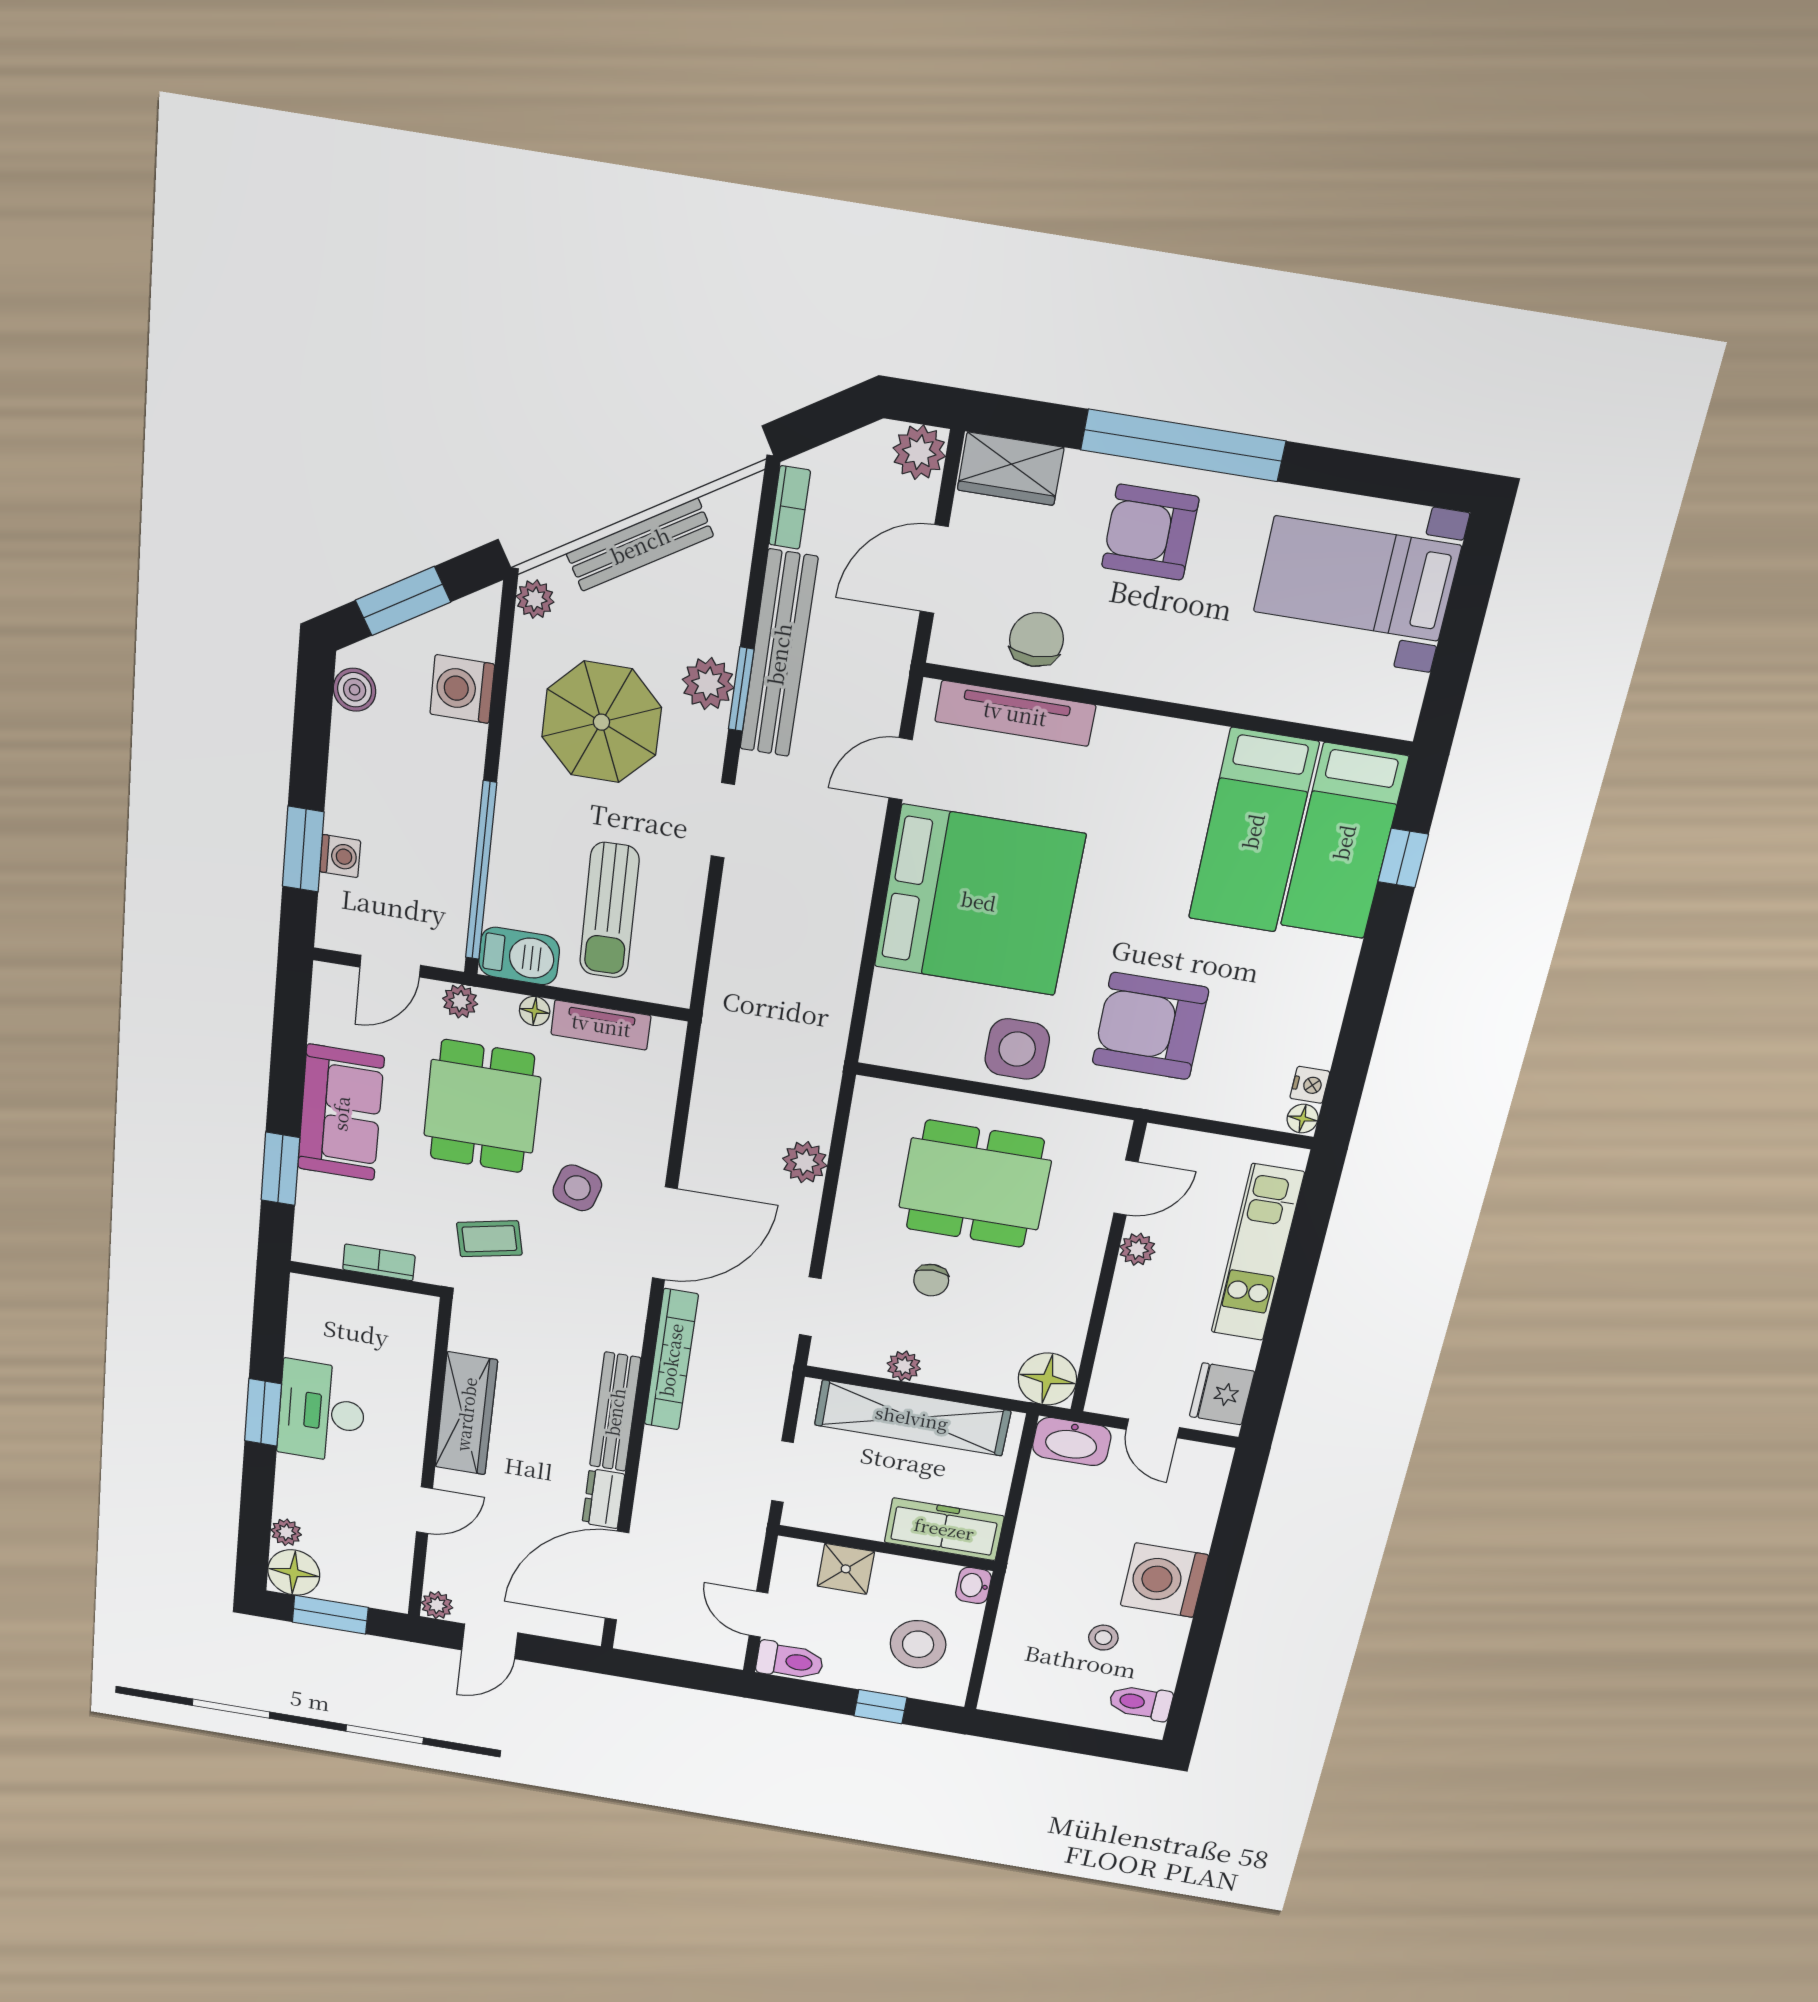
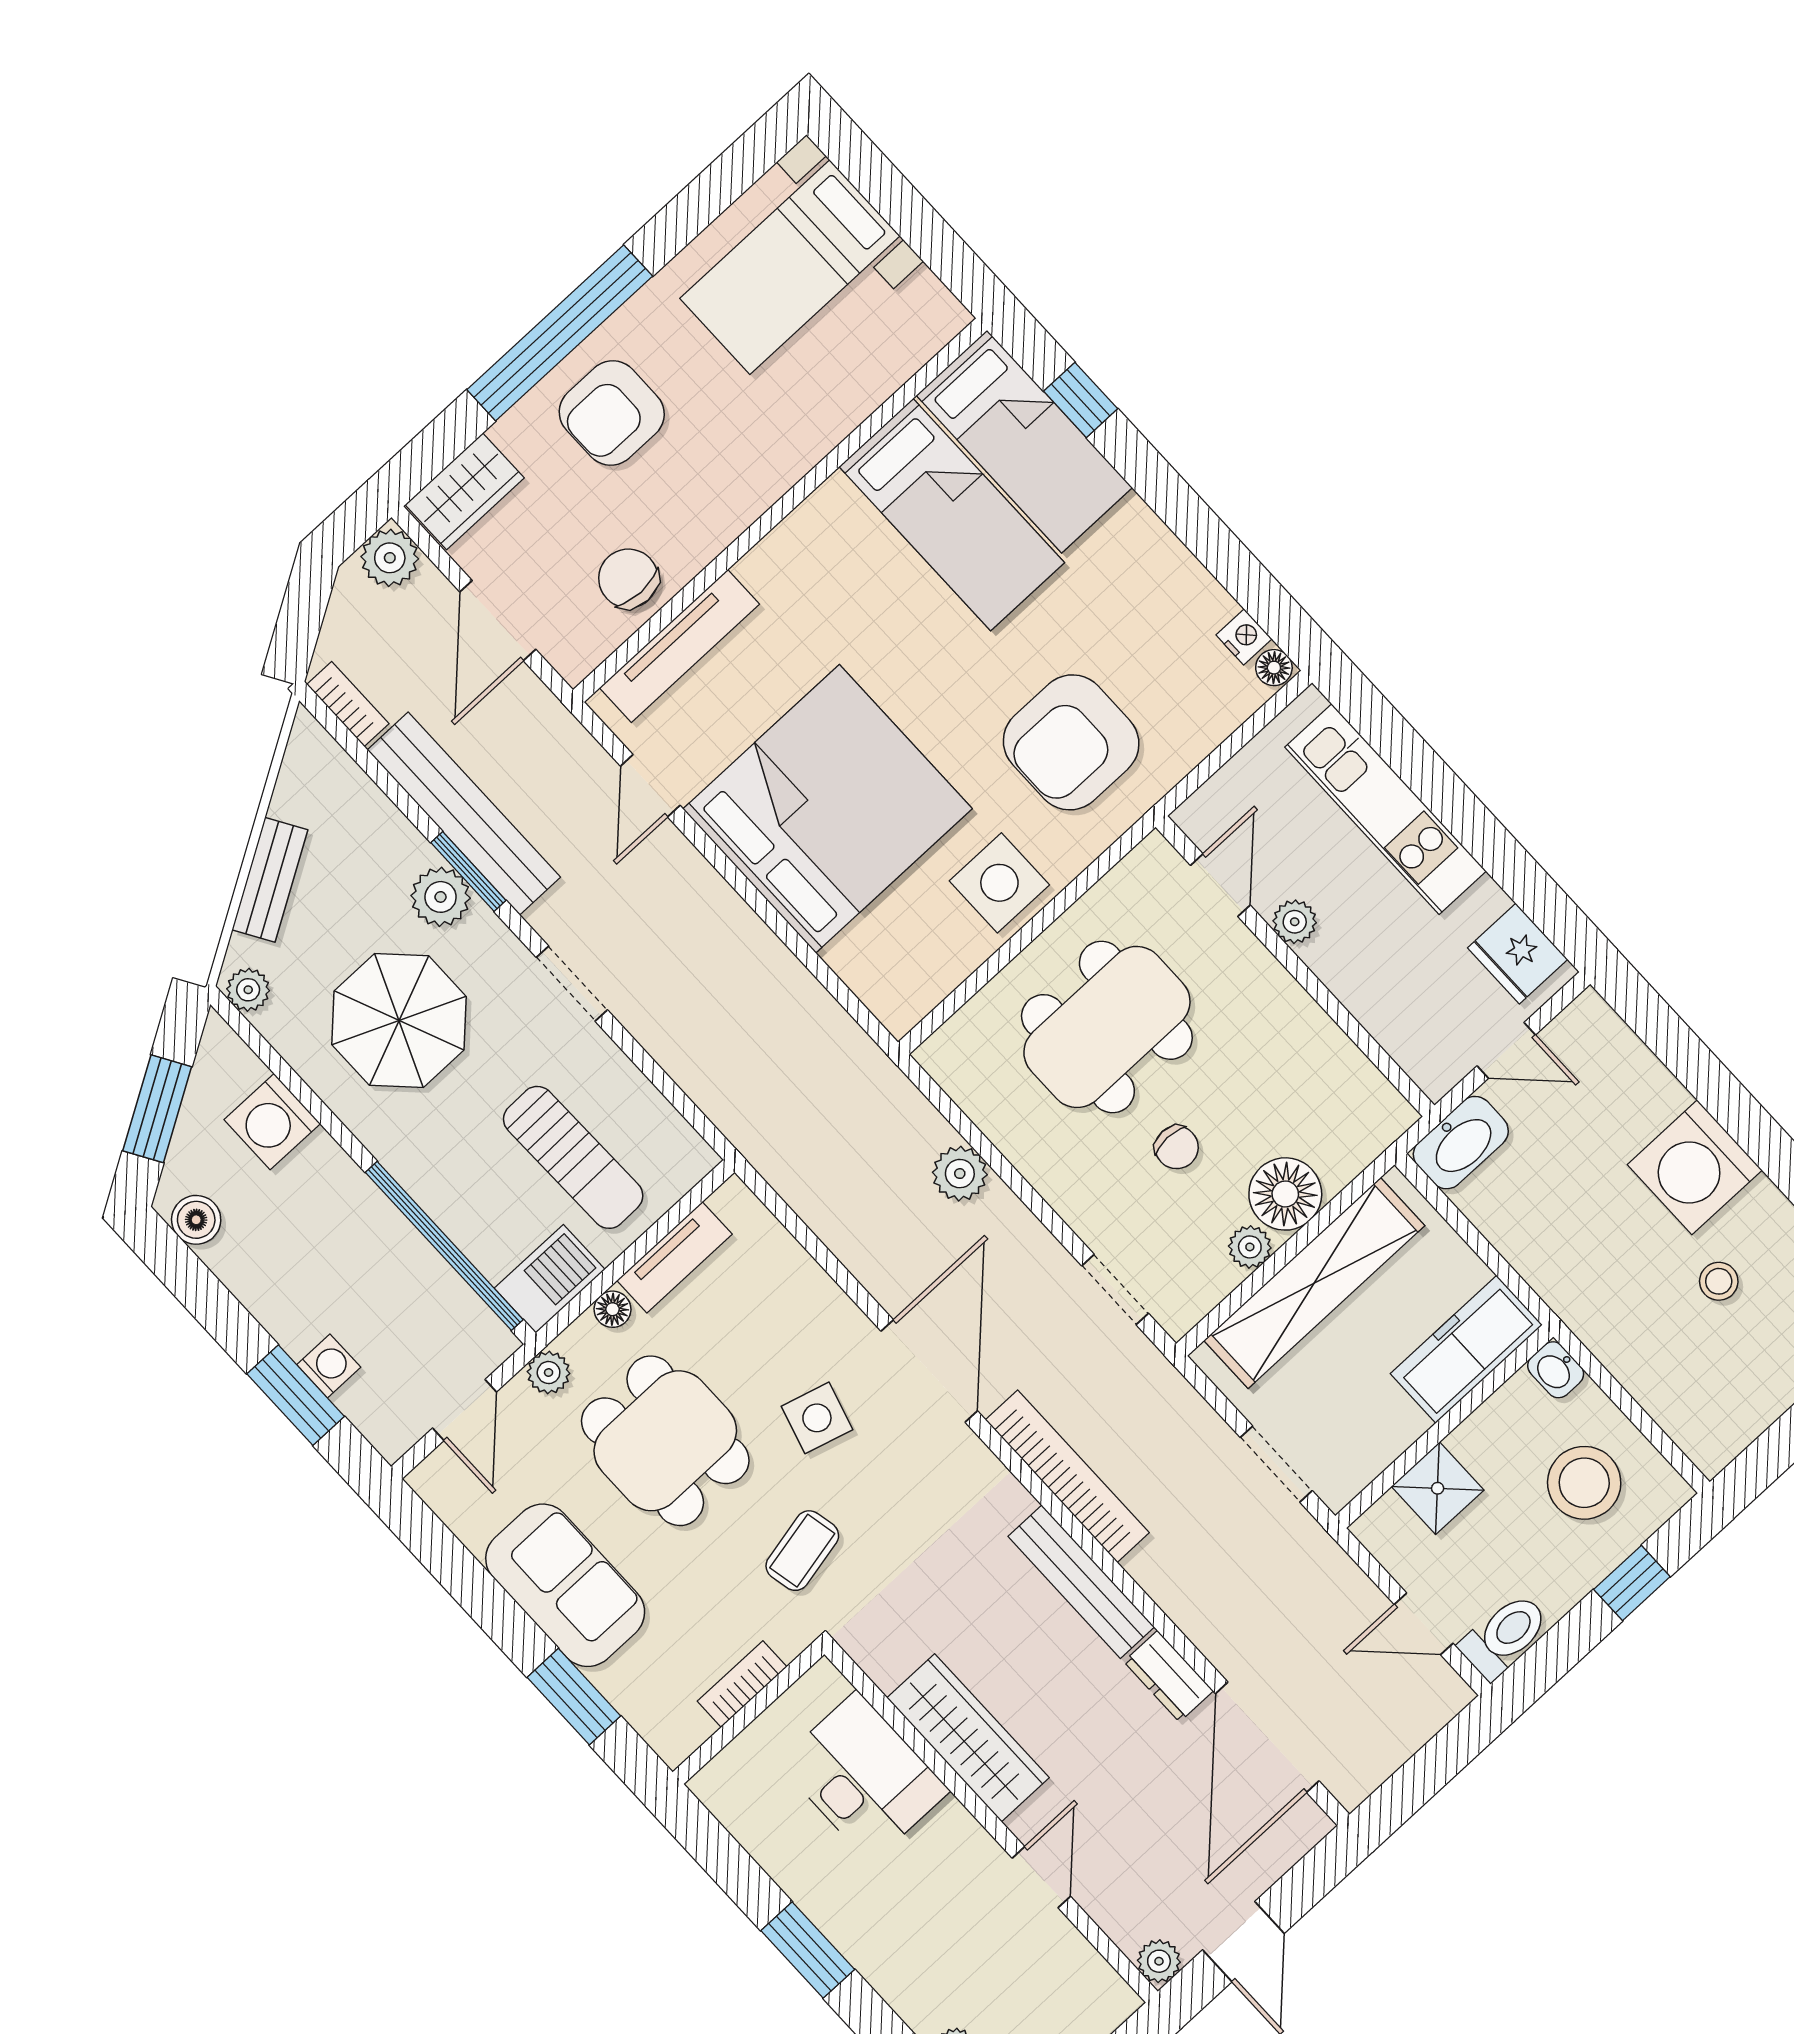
bench: (640, 545) -> (270, 880), width x0.73
floor lamp: (1047, 1379) -> (1285, 1194), moved
desk: (322, 1412) -> (864, 1777), moved, turned 180

